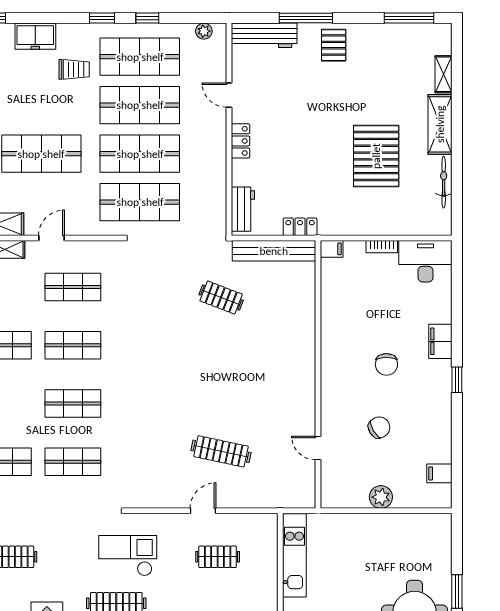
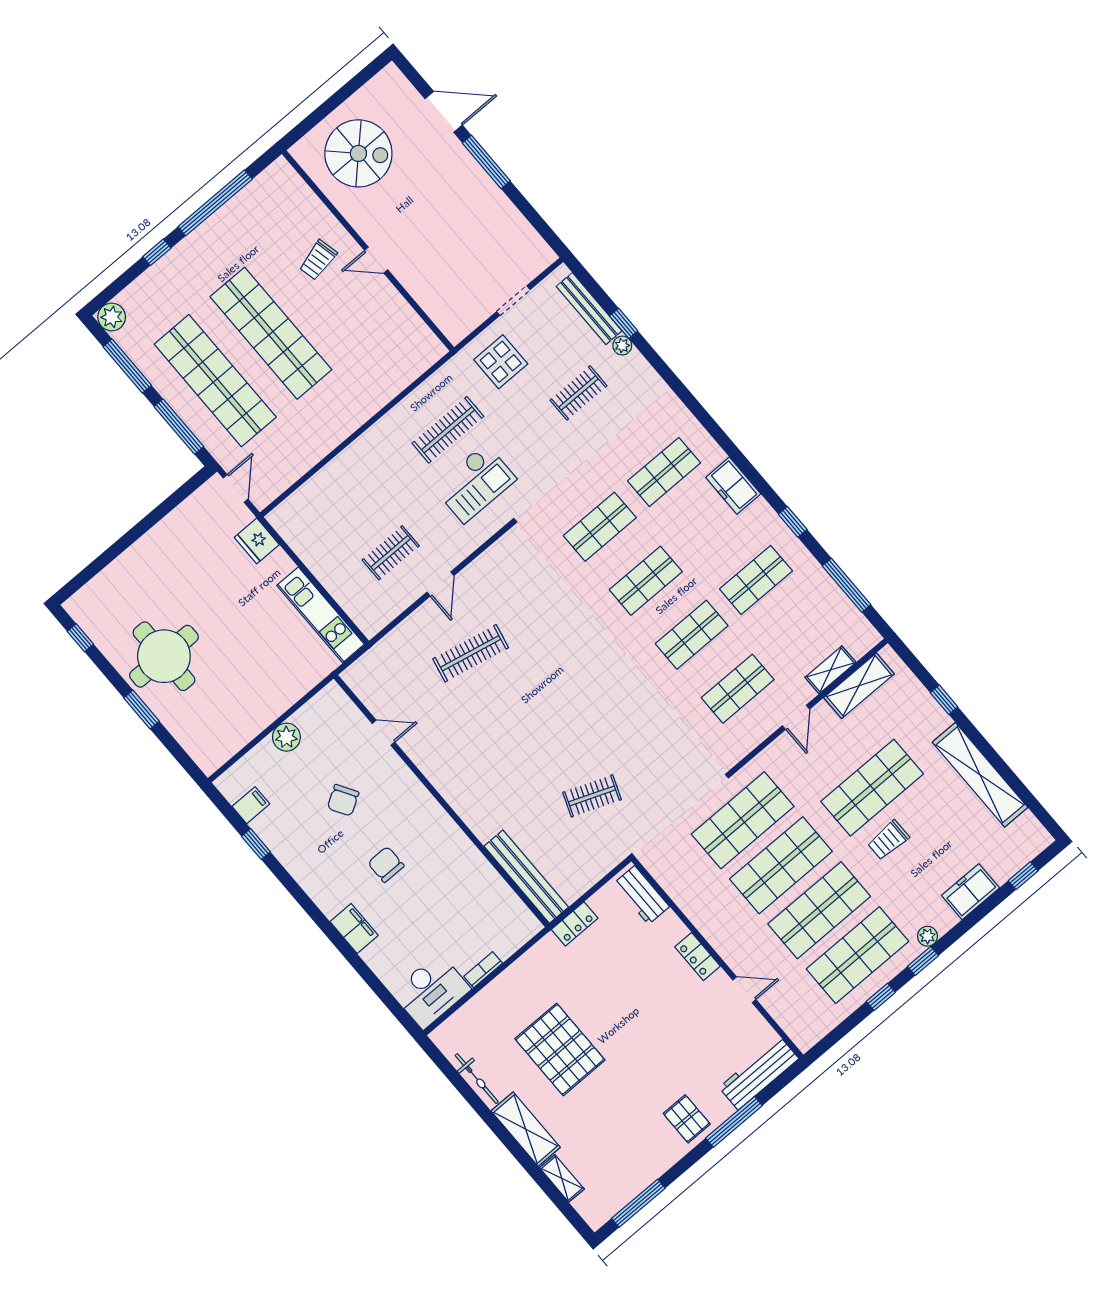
plant: (204, 31) -> (927, 936), moved
trolley: (74, 69) -> (888, 840), moved
filing cabinet: (332, 249) -> (528, 928), removed
bench: (274, 251) -> (526, 877), moved, turned 90
window: (457, 380) -> (256, 844), moved

